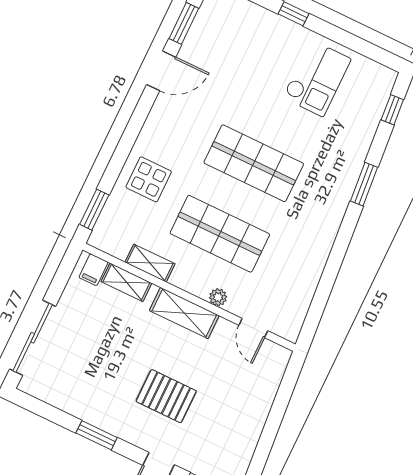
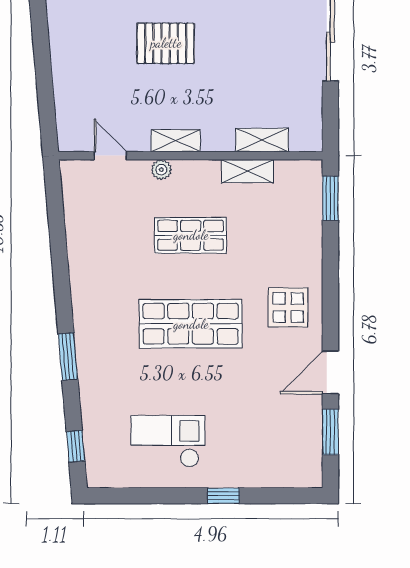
checkout: (317, 78) -> (168, 441), turned 90
display table: (149, 179) -> (288, 307), moved
shop shelf: (220, 234) -> (191, 235), width x0.70, depth x0.74
filing cabinet: (93, 270) -> (302, 137), removed
shelving: (184, 313) -> (176, 141), width x0.67, depth x0.75

